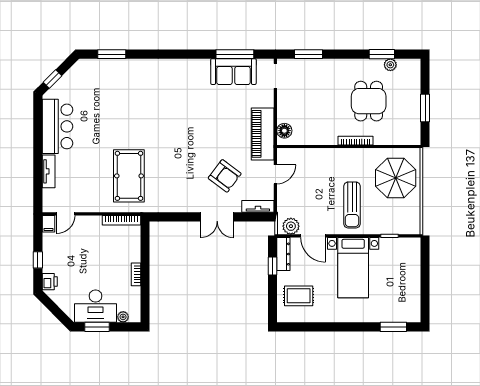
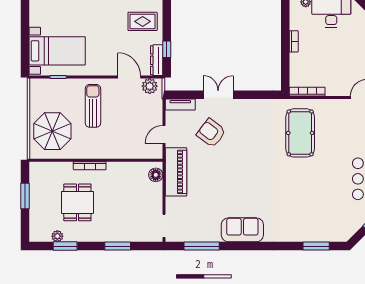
window: (308, 54) -> (118, 246), moved
sofa: (233, 72) -> (242, 230), moved
bed with nightstands: (353, 268) -> (57, 51), moved, turned 90

